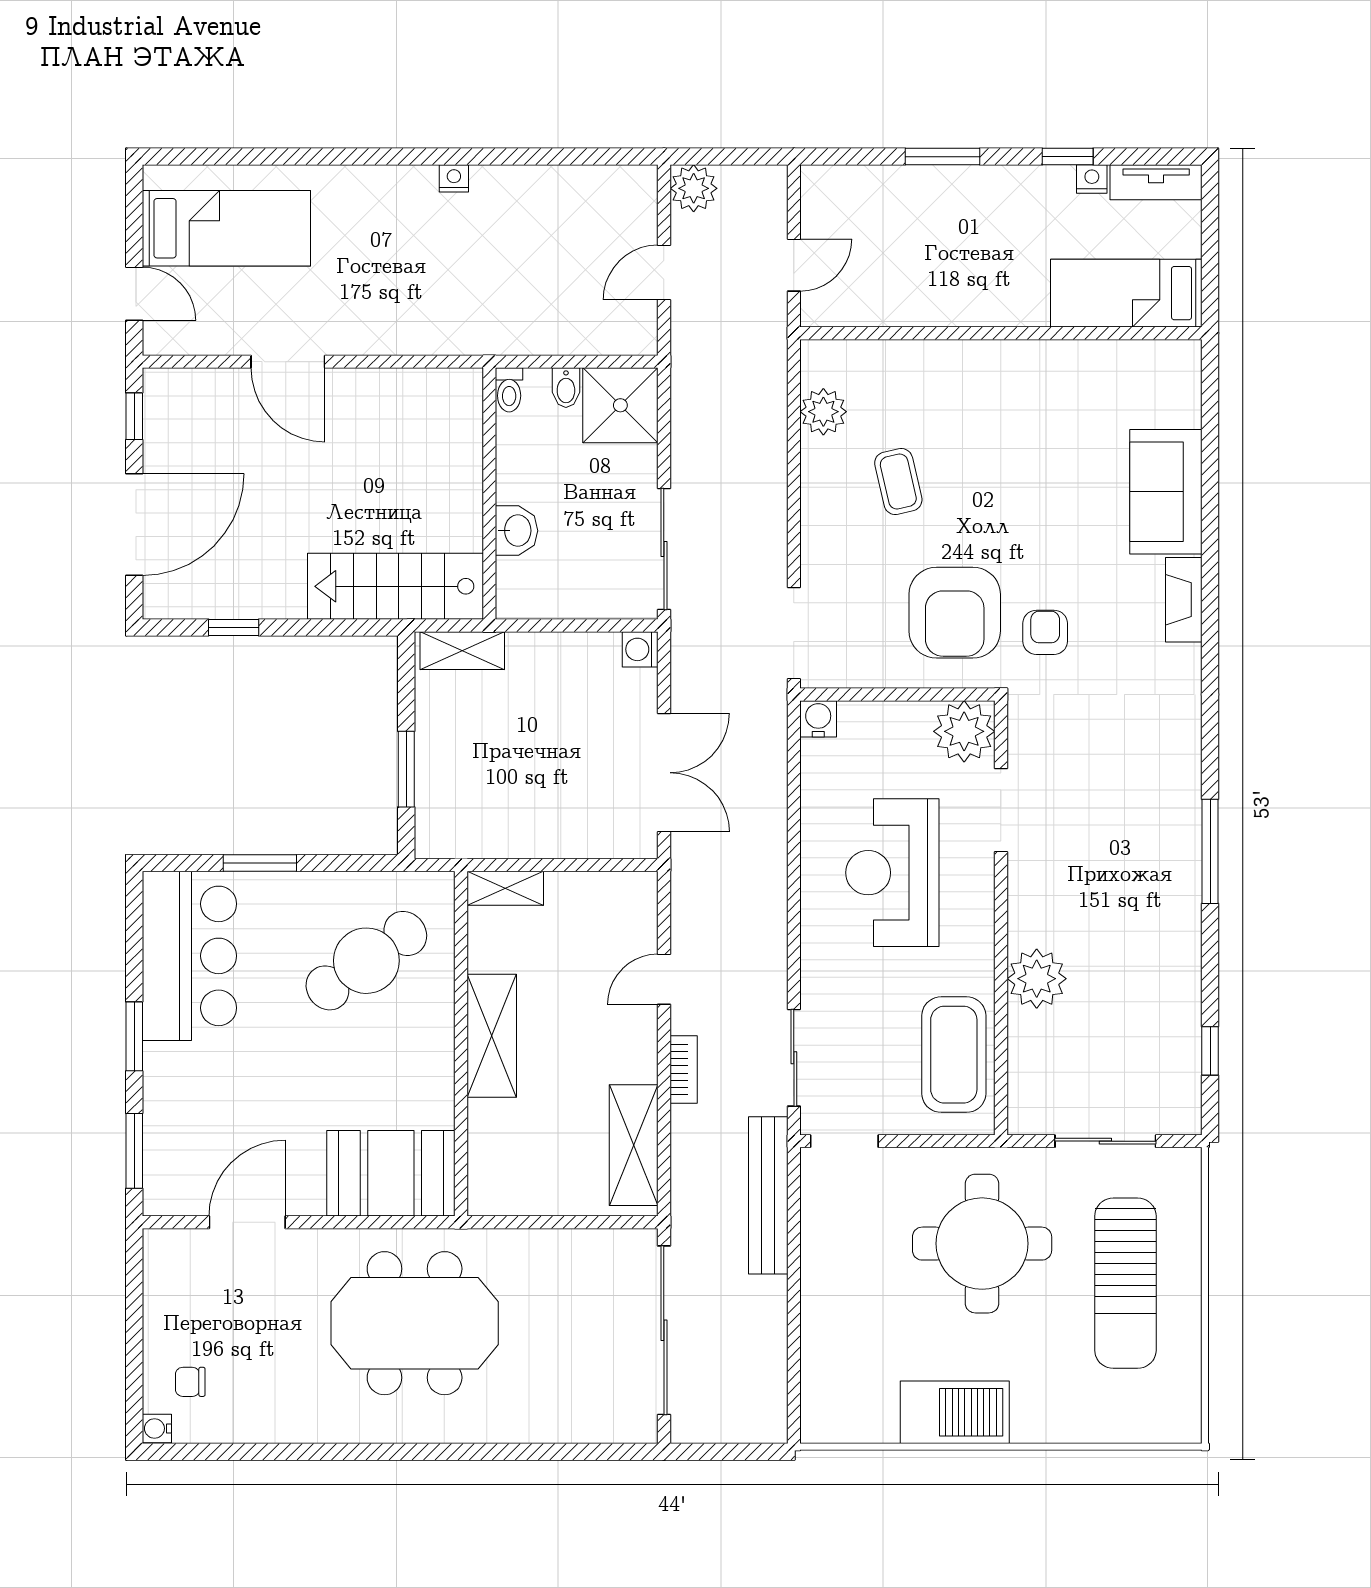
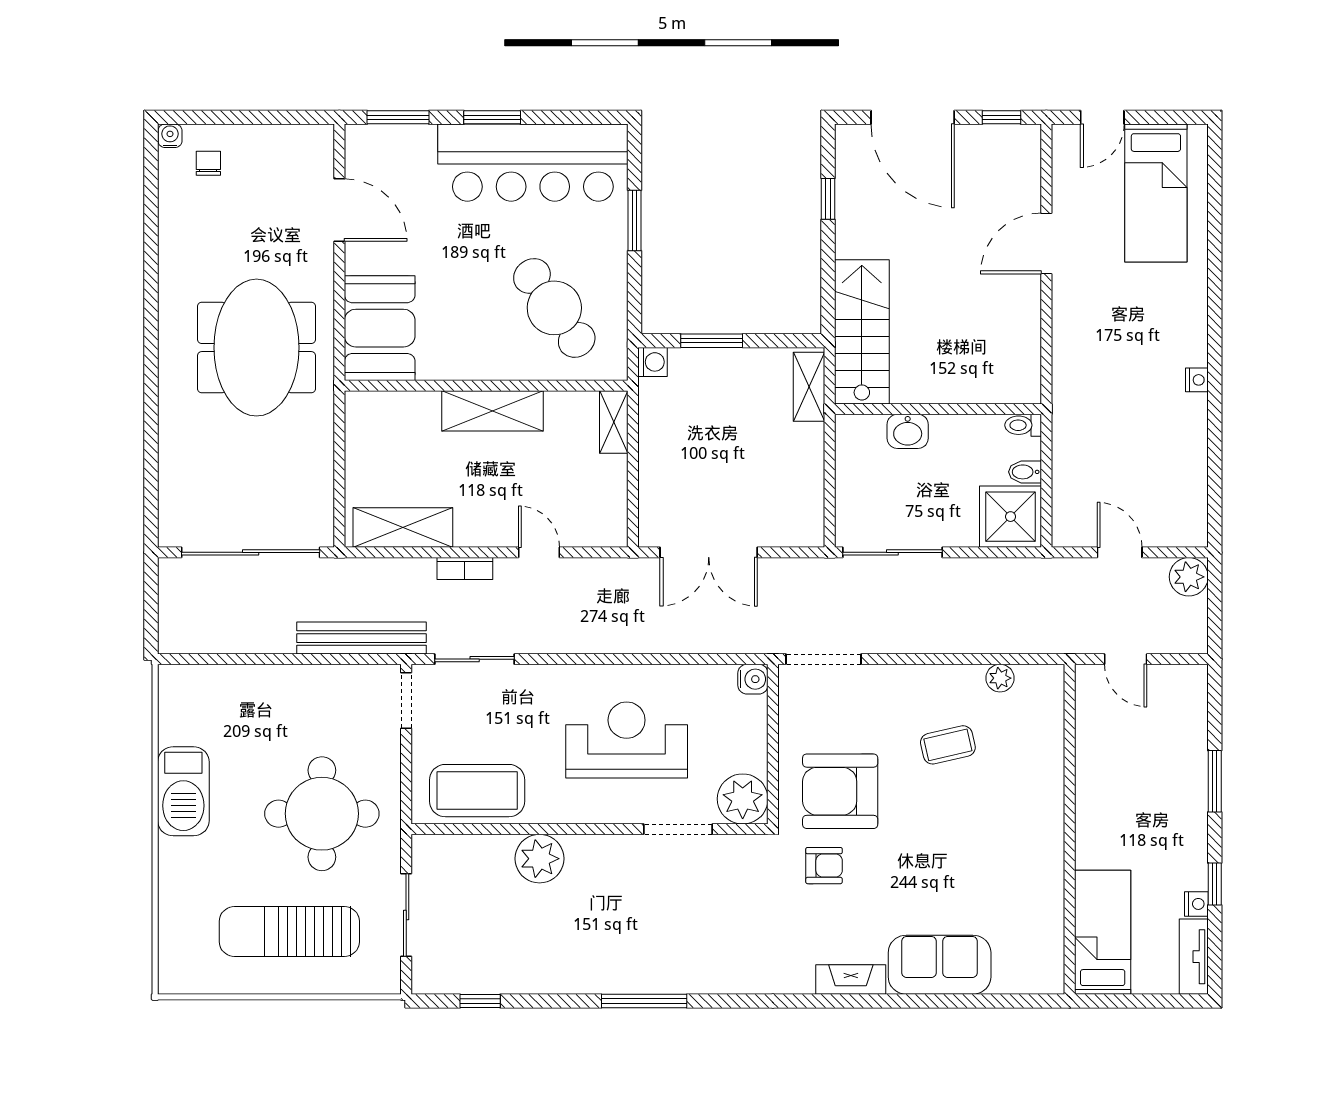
plant: (823, 412) -> (1000, 678), width x0.73, depth x0.73
washing machine: (640, 649) -> (652, 362), moved, turned 90
bar counter: (189, 956) -> (533, 163), width x1.36

